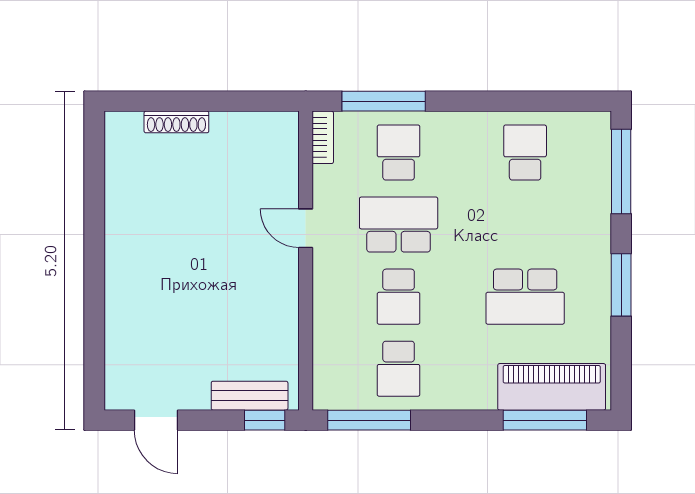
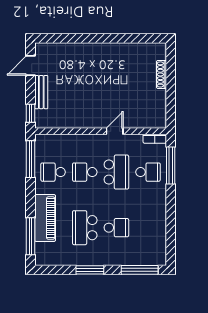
school desk: (525, 153) -> (116, 228), moved
piano: (552, 387) -> (45, 218), moved
bench: (250, 396) -> (41, 92), moved

